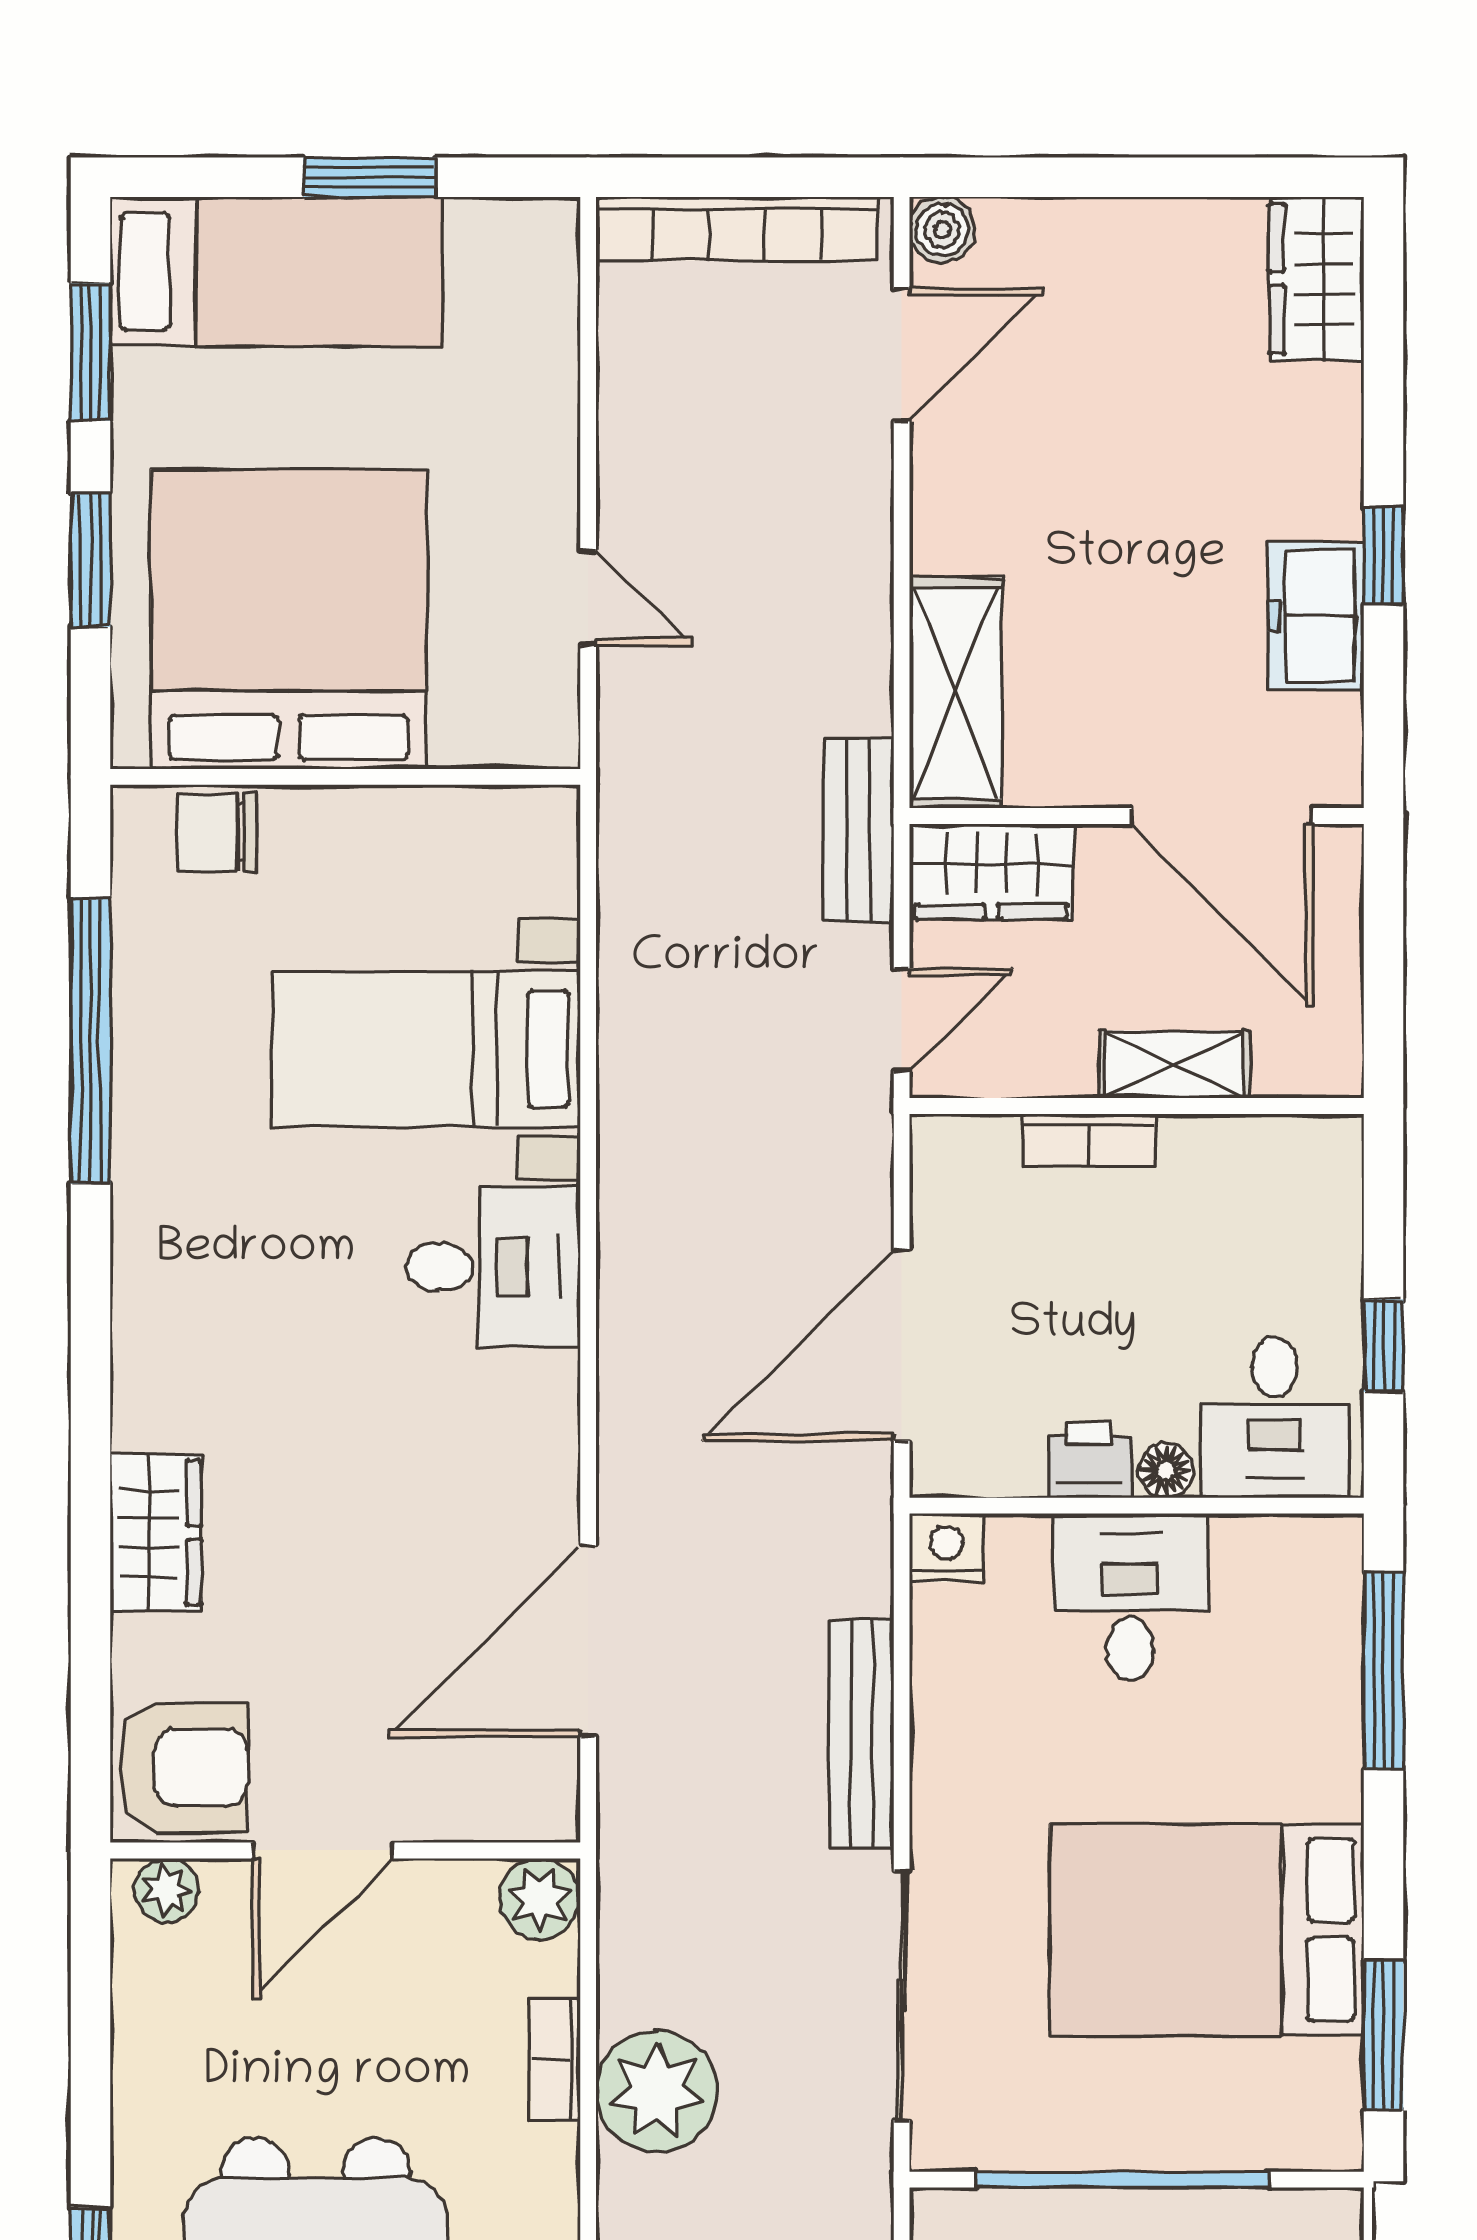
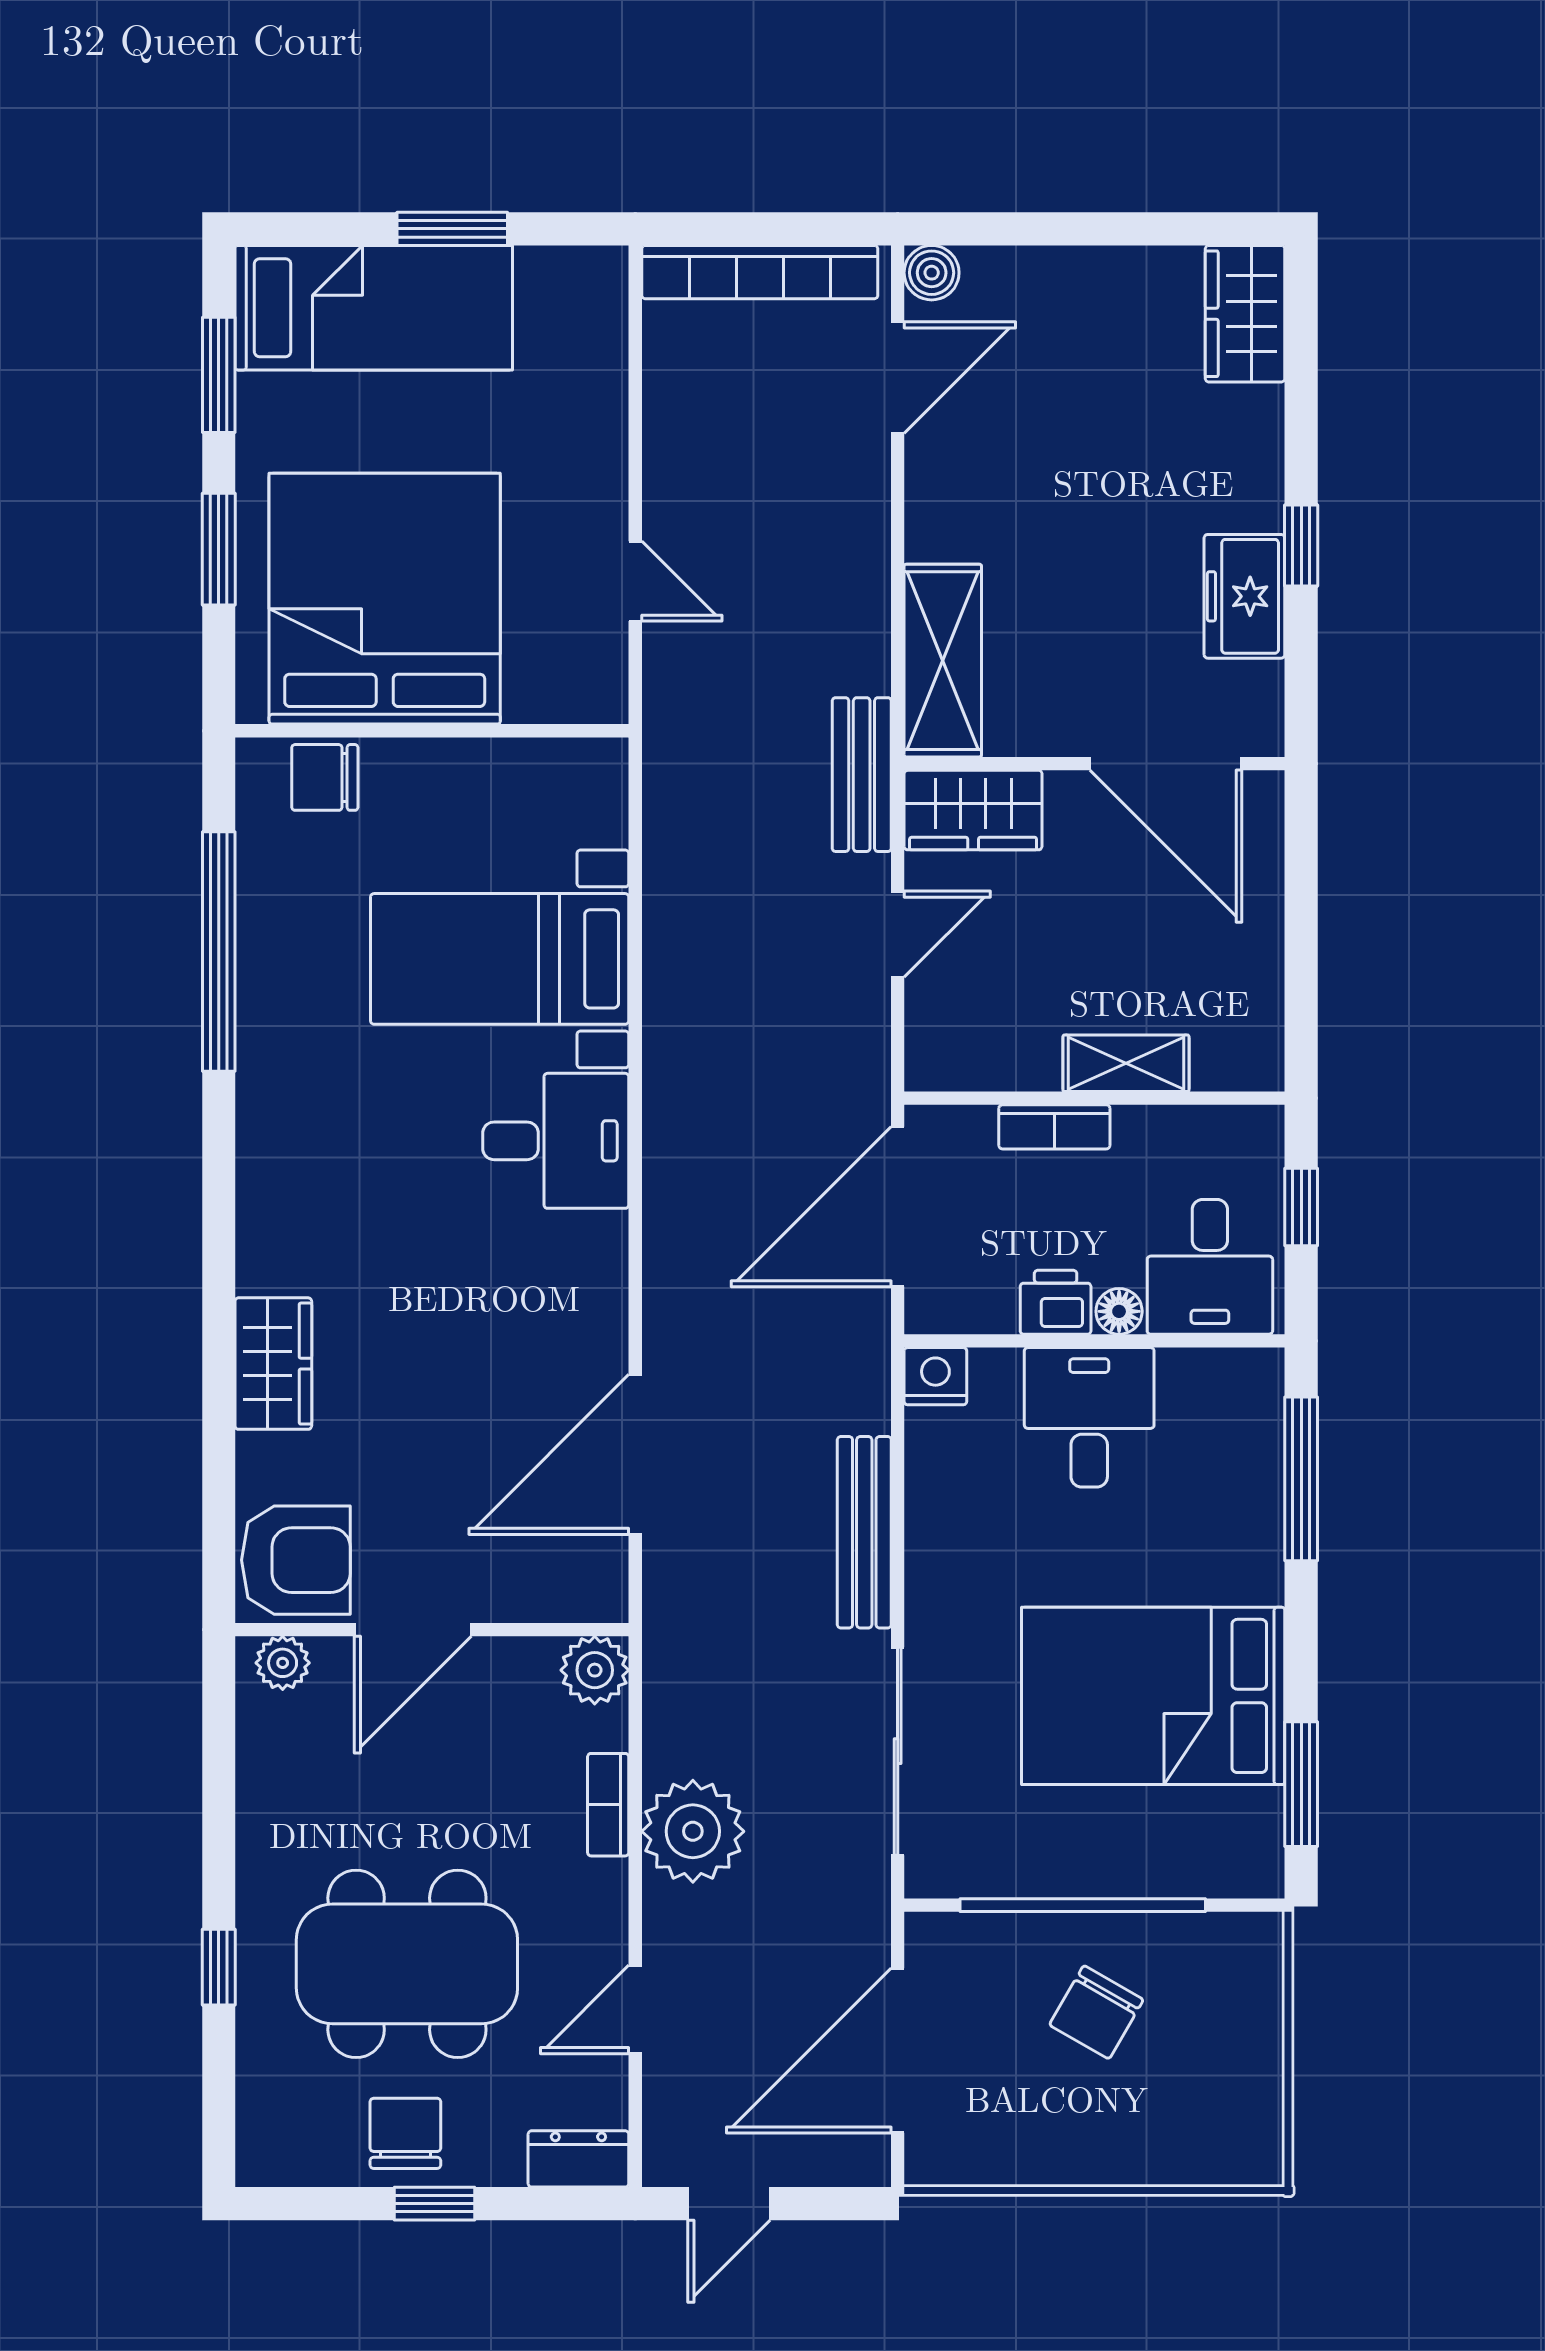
shelving: (1174, 1064) -> (1126, 1063), moved
wall: (1137, 1106) -> (1094, 1098), moved
bookcase: (1089, 1140) -> (1054, 1127), moved

